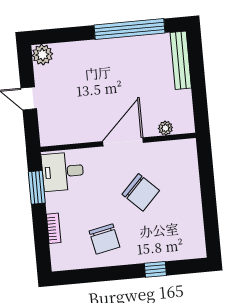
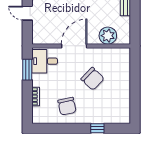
plant: (165, 128) -> (108, 36), width x1.88, depth x1.88
door: (123, 142) -> (74, 46), moved

